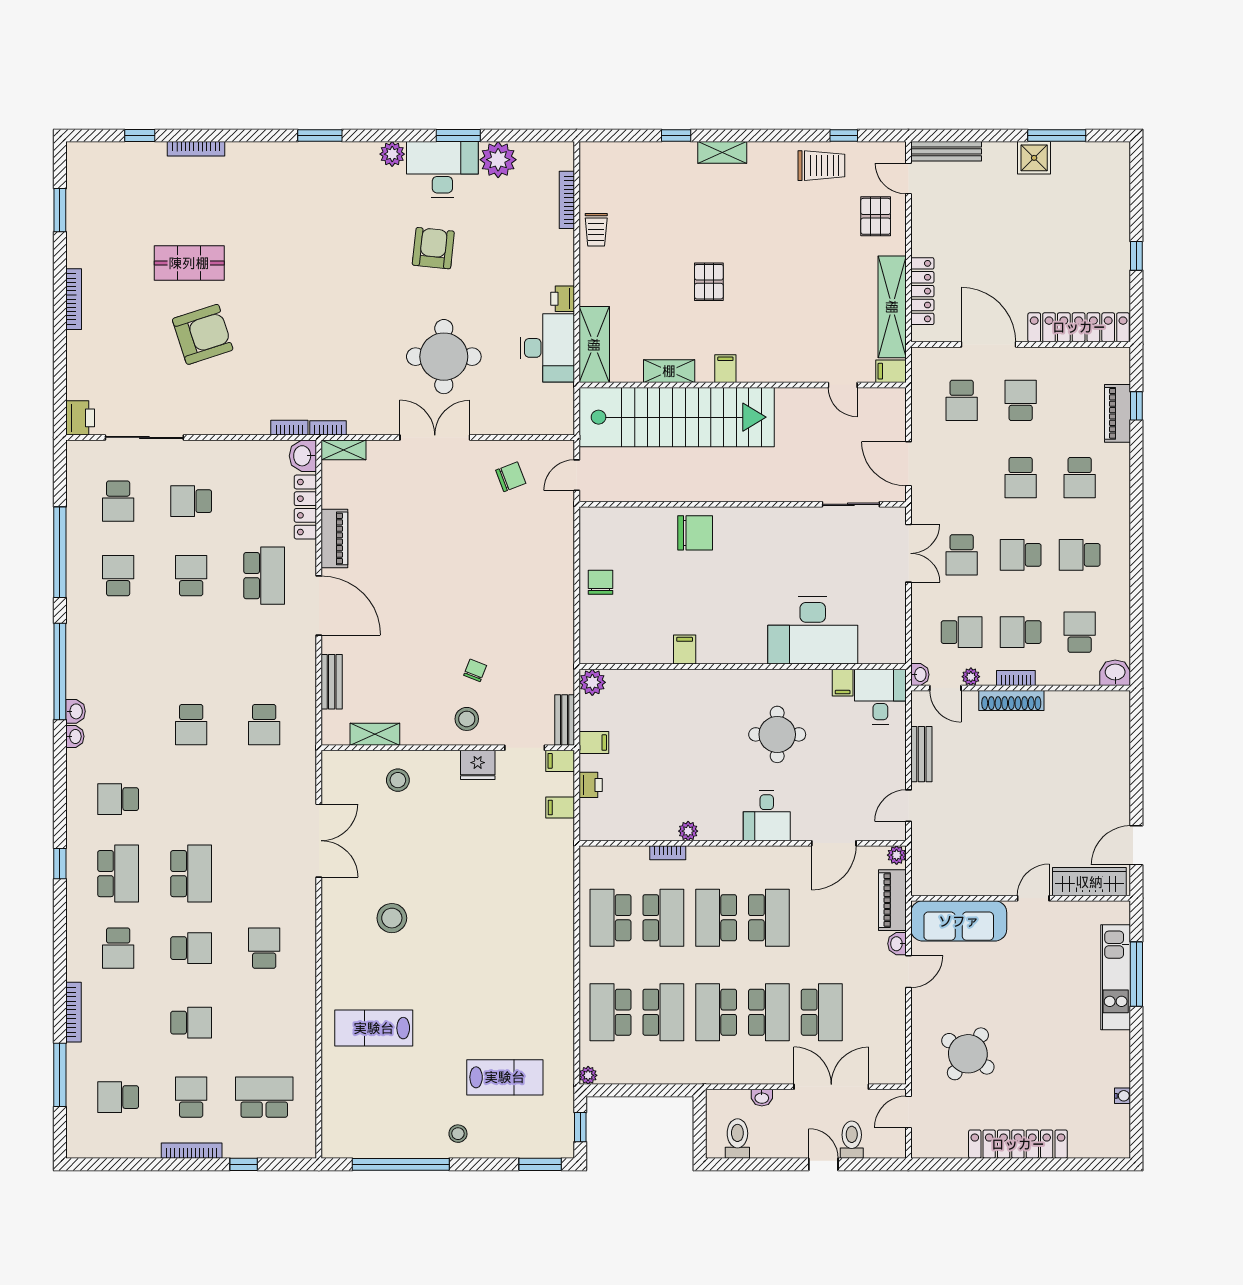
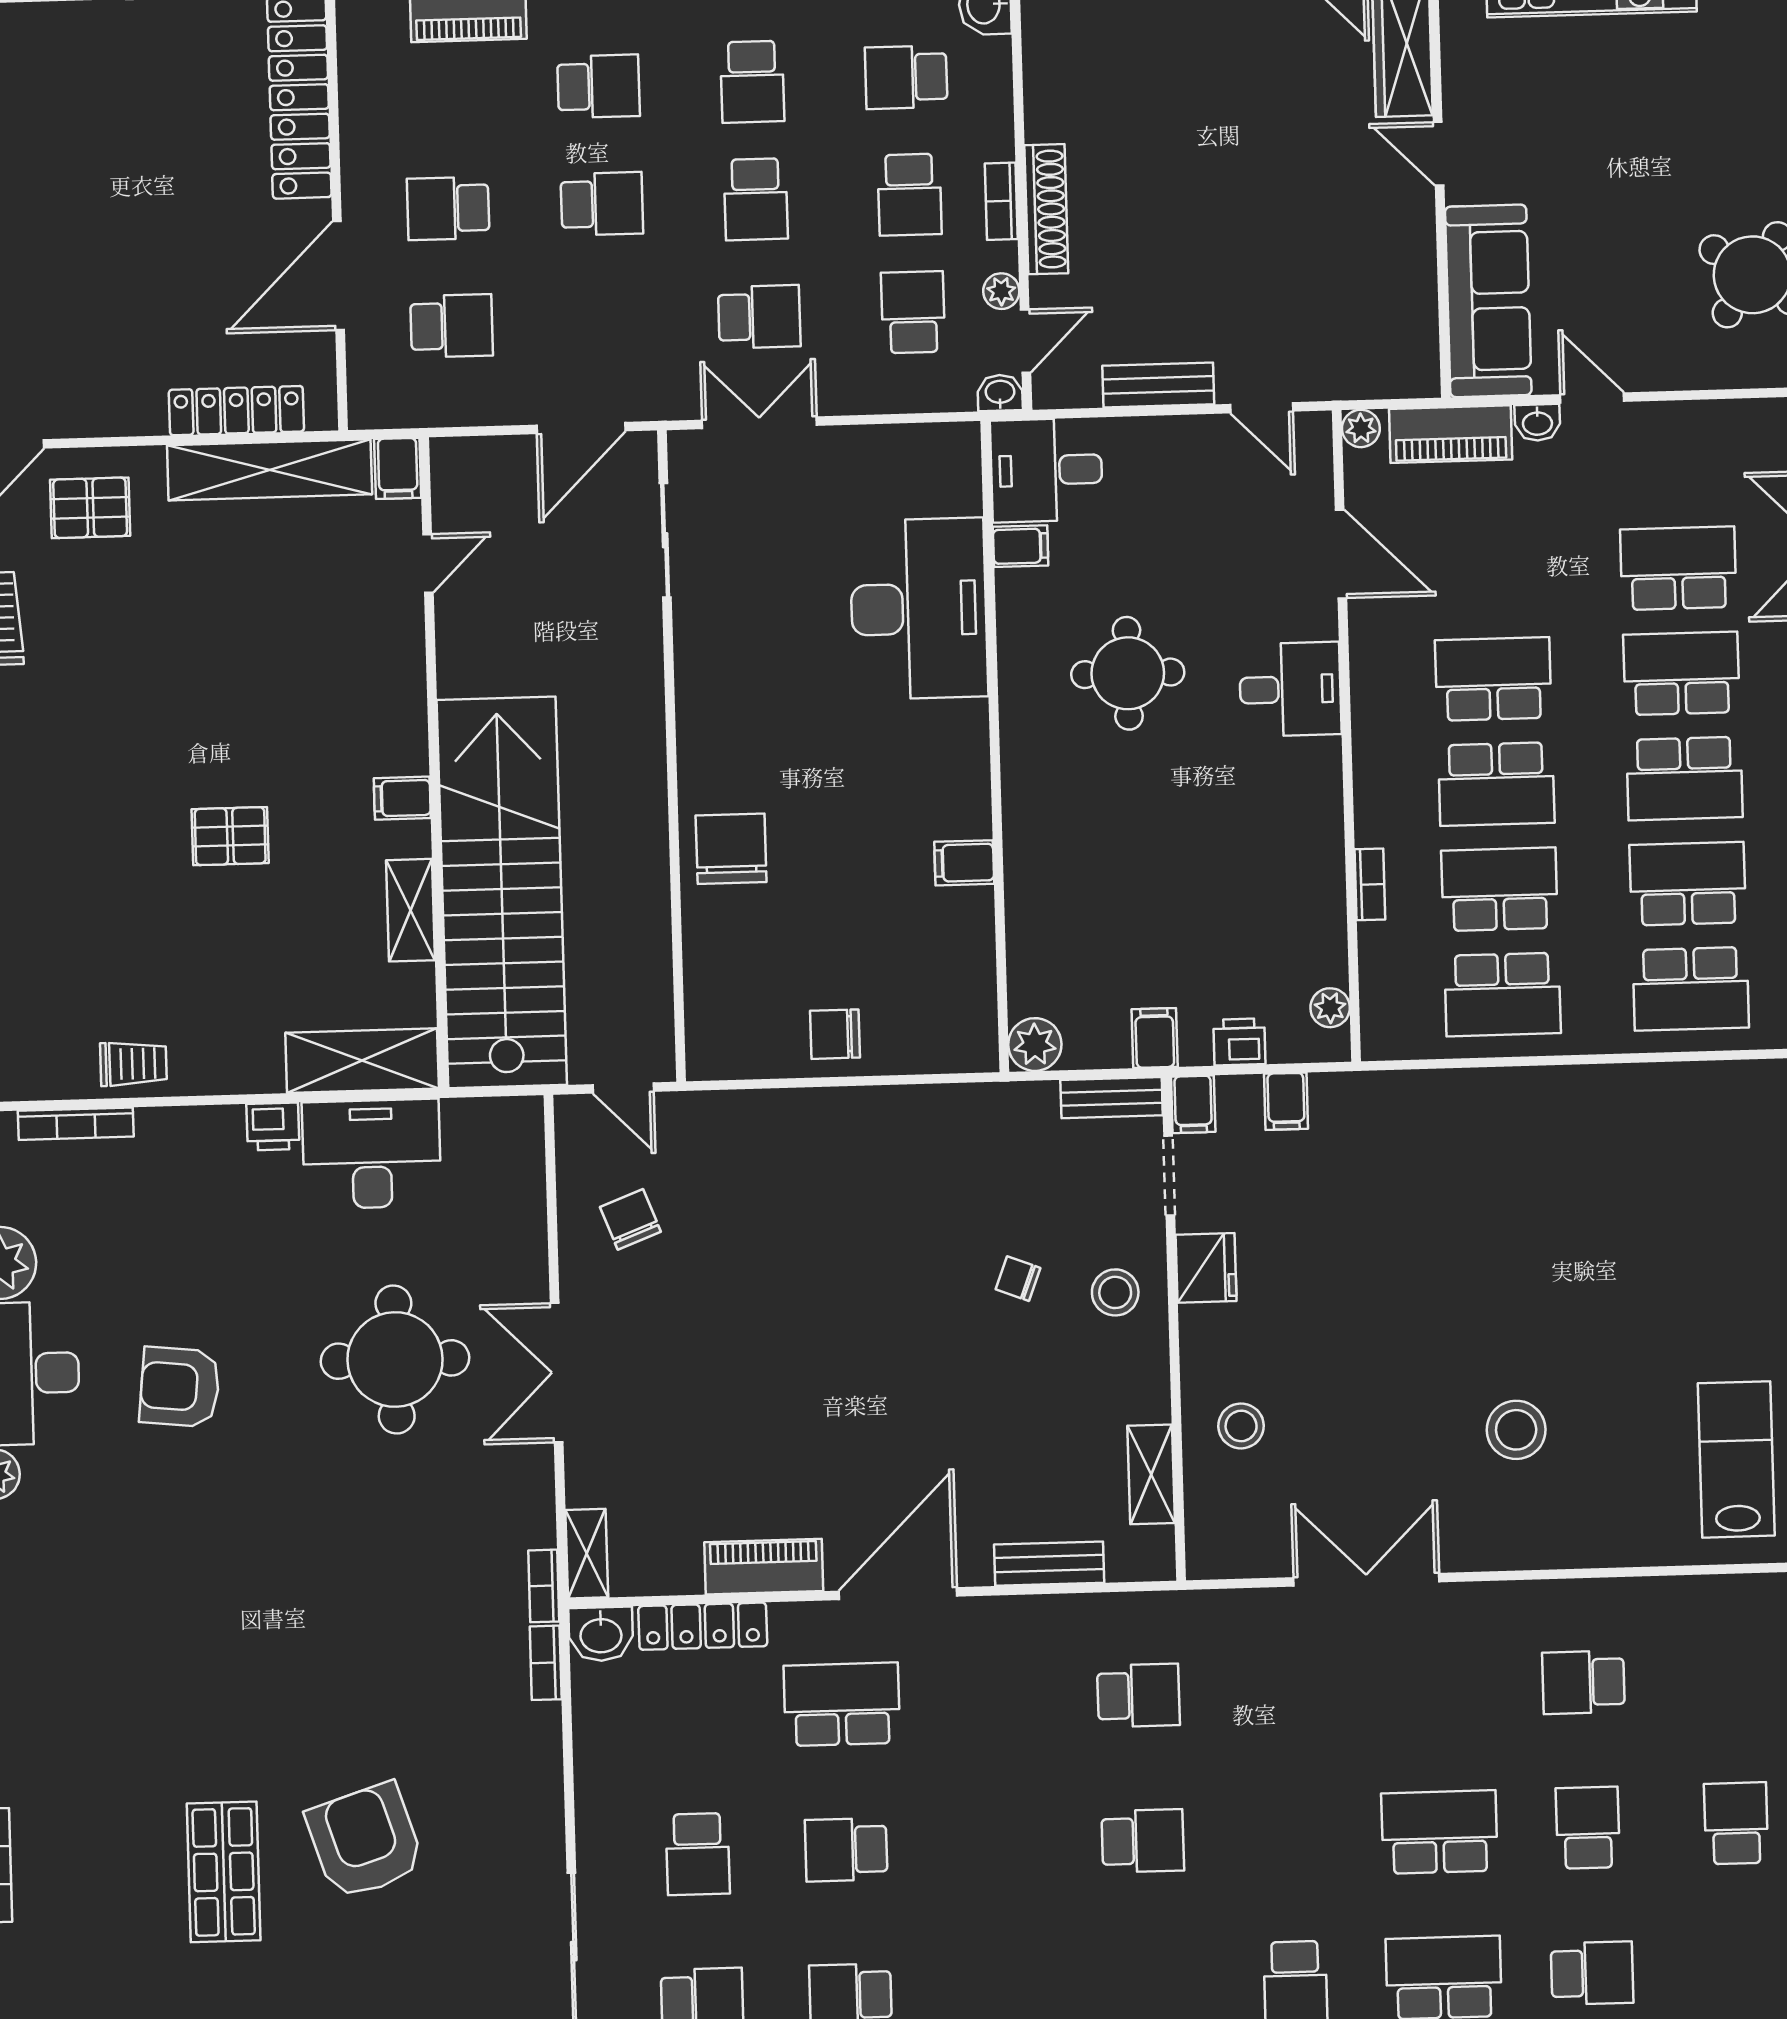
plant: (688, 831) -> (1330, 1008), moved
lab bench: (374, 1028) -> (1736, 1459), turned 180

